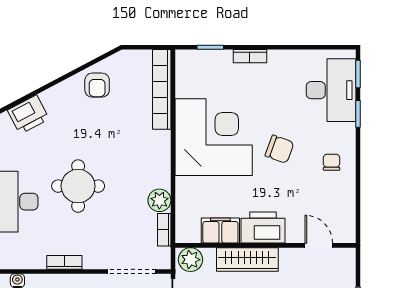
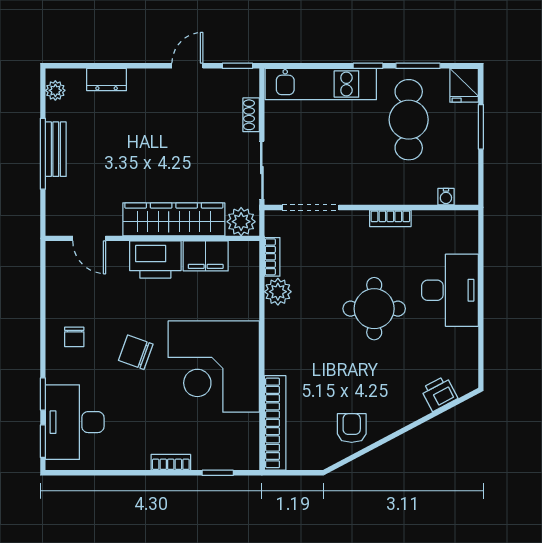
printer: (28, 115) -> (439, 394), width x0.73, depth x0.81
wardrobe: (247, 259) -> (174, 219), width x1.40, depth x1.17

